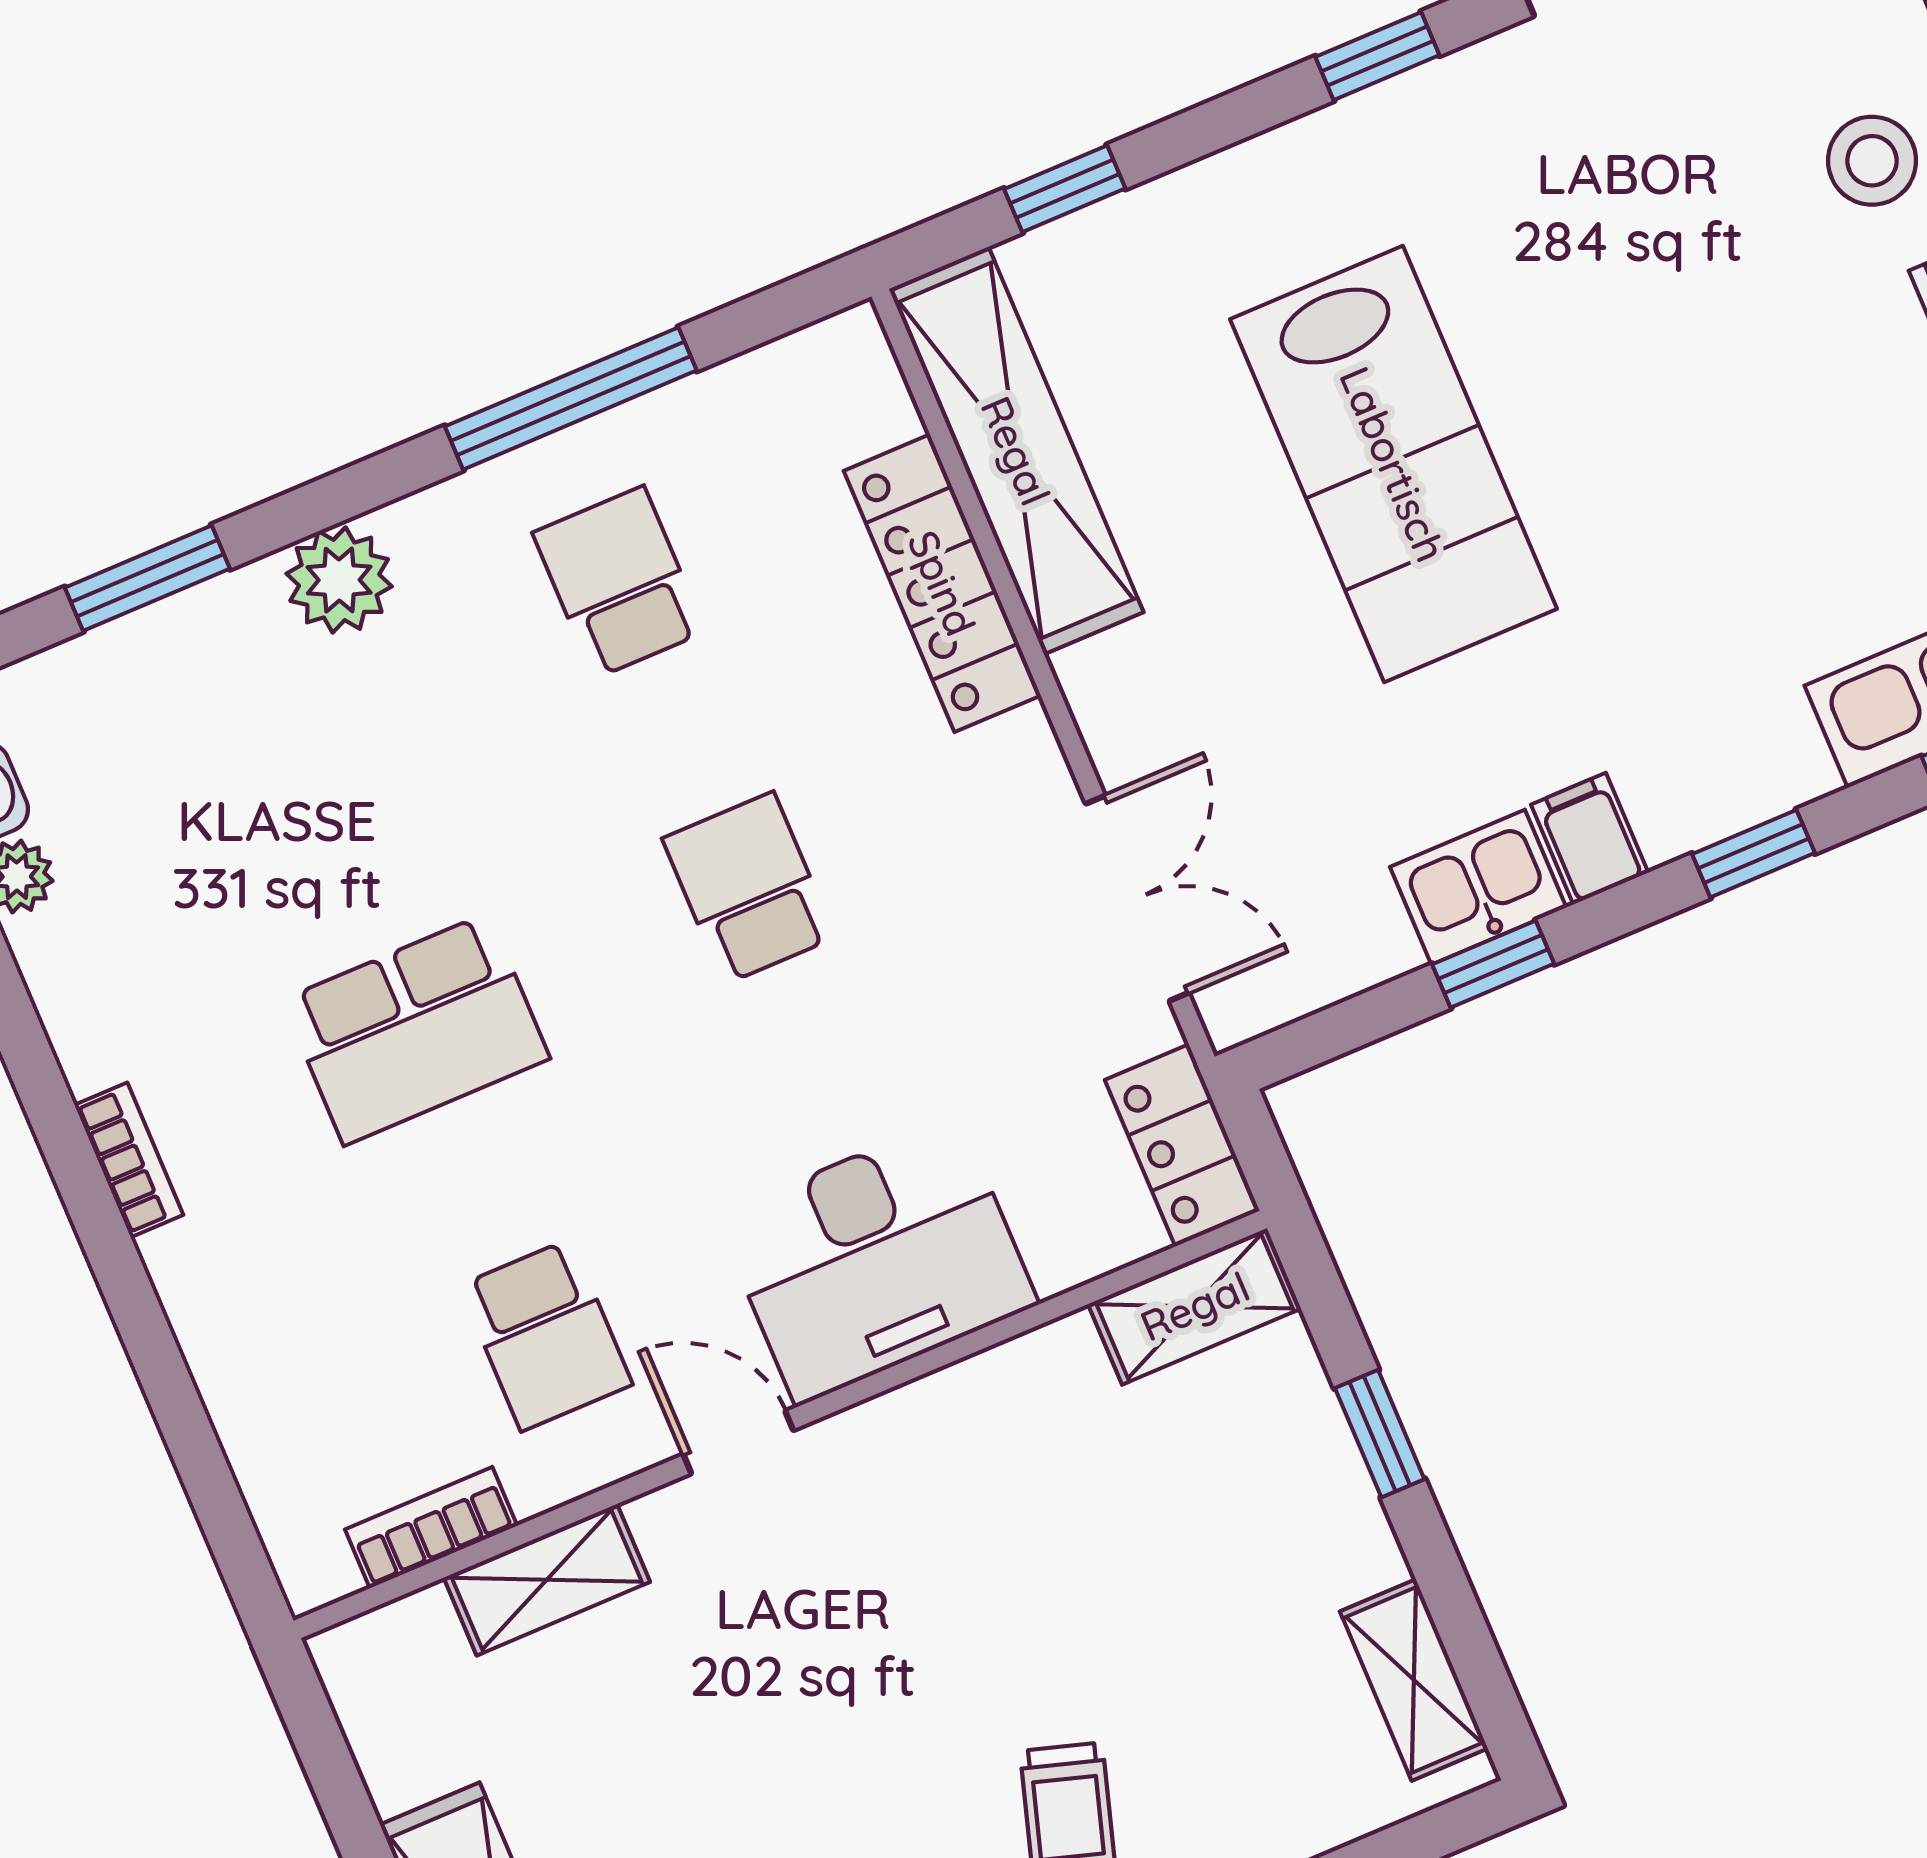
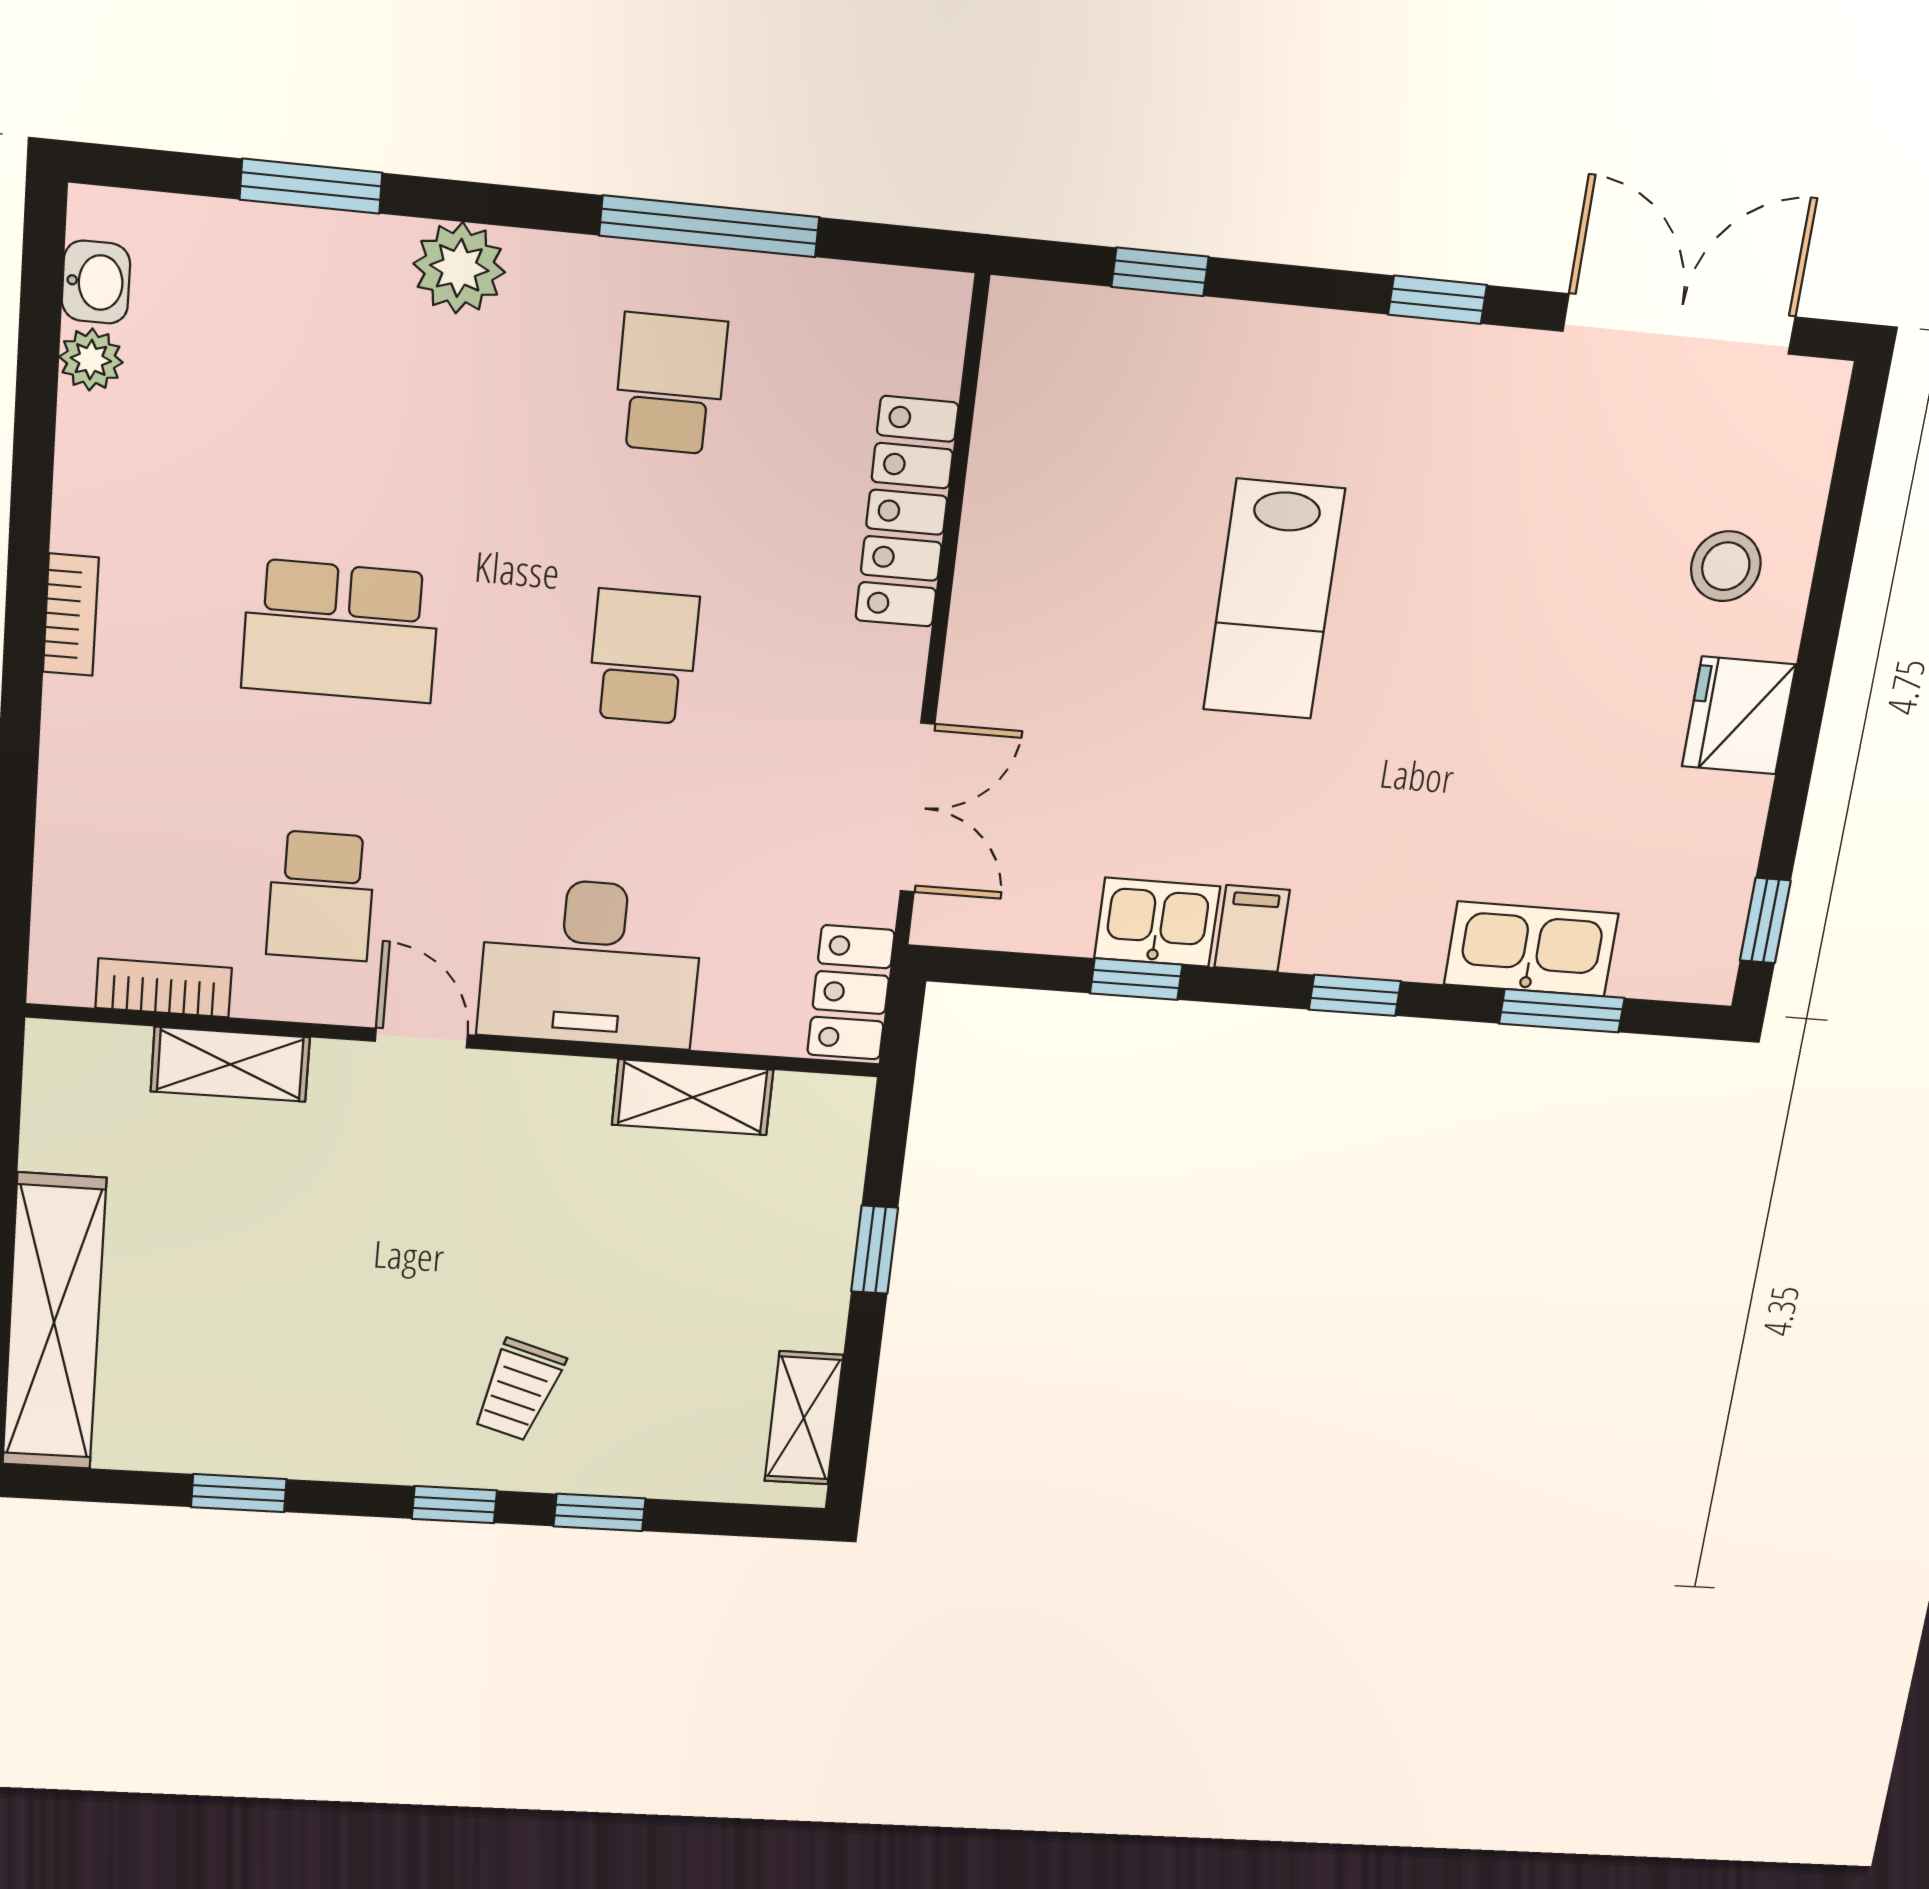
shelving: (1016, 451) -> (1015, 445), removed
lab bench: (1393, 464) -> (1274, 600), width x0.73, depth x0.72
shelving: (1195, 1306) -> (693, 1097), moved

